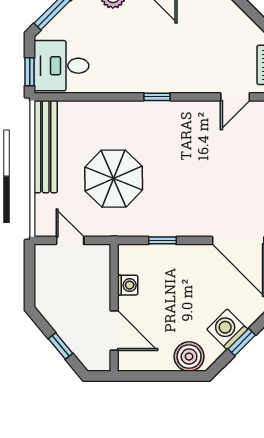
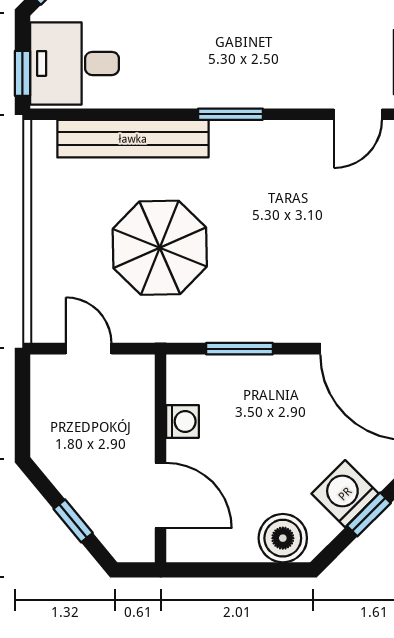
window: (157, 97) -> (231, 114), width x1.50
bench: (46, 147) -> (133, 139), moved, turned 90
window: (162, 240) -> (239, 349), width x1.50

